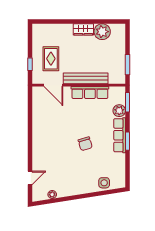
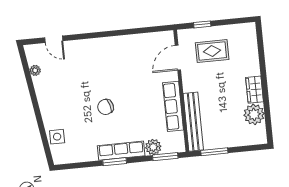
bench: (86, 78) -> (193, 122), moved

